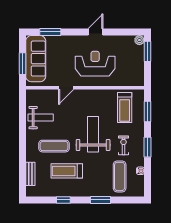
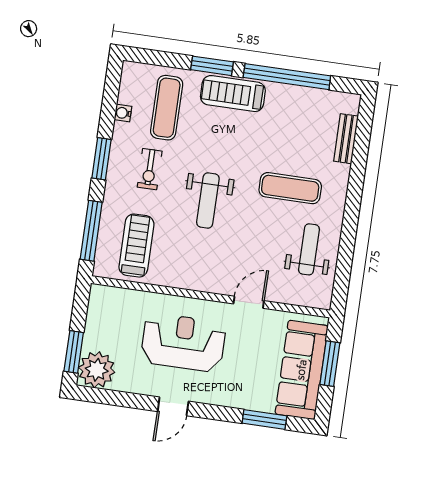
plant: (139, 40) -> (97, 370), width x1.88, depth x1.88
reception desk: (95, 64) -> (183, 342), turned 180
window: (148, 111) -> (91, 231), width x1.44
weight bench: (41, 118) -> (309, 249), turned 90
weight bench: (93, 134) -> (208, 200), width x0.73, depth x0.75
treadmill: (67, 171) -> (233, 94), moved, turned 180
window: (63, 200) -> (287, 77), width x3.17

